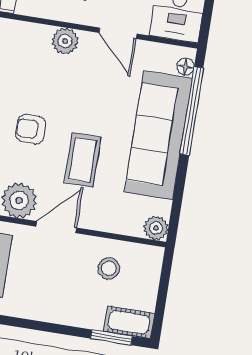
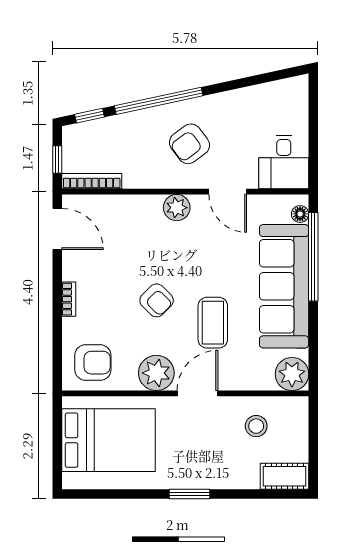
armchair: (31, 129) -> (157, 300), turned -135
plant: (156, 228) -> (292, 374), width x1.36, depth x1.36
window: (112, 337) -> (190, 494), moved

